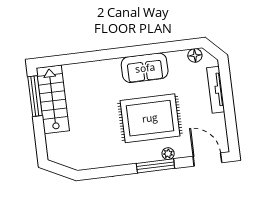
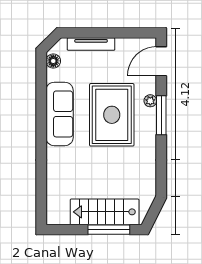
sofa: (145, 68) -> (60, 114), width x1.36
window: (35, 96) -> (109, 230), moved
stairs: (53, 99) -> (105, 212), moved

